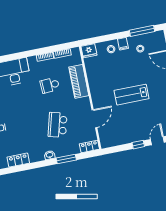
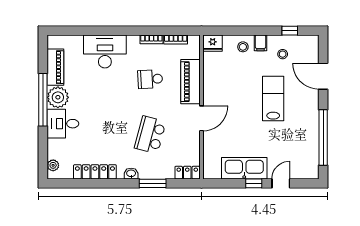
window: (142, 31) -> (290, 31), width x0.46
lab bench: (131, 95) -> (273, 99), moved, turned 90
door: (94, 119) -> (201, 118), moved
kitchen sink: (129, 135) -> (244, 168), added
locker: (18, 160) -> (95, 172), width x1.53

